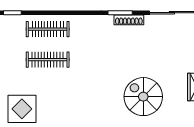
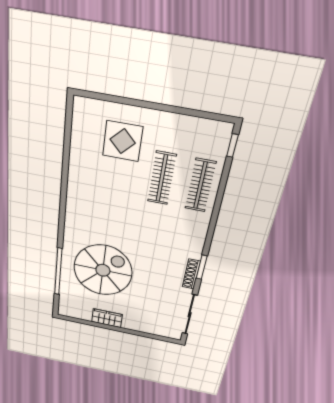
spiral stairs: (143, 97) -> (103, 270), width x1.37, depth x1.37
display table: (22, 109) -> (123, 141), moved

